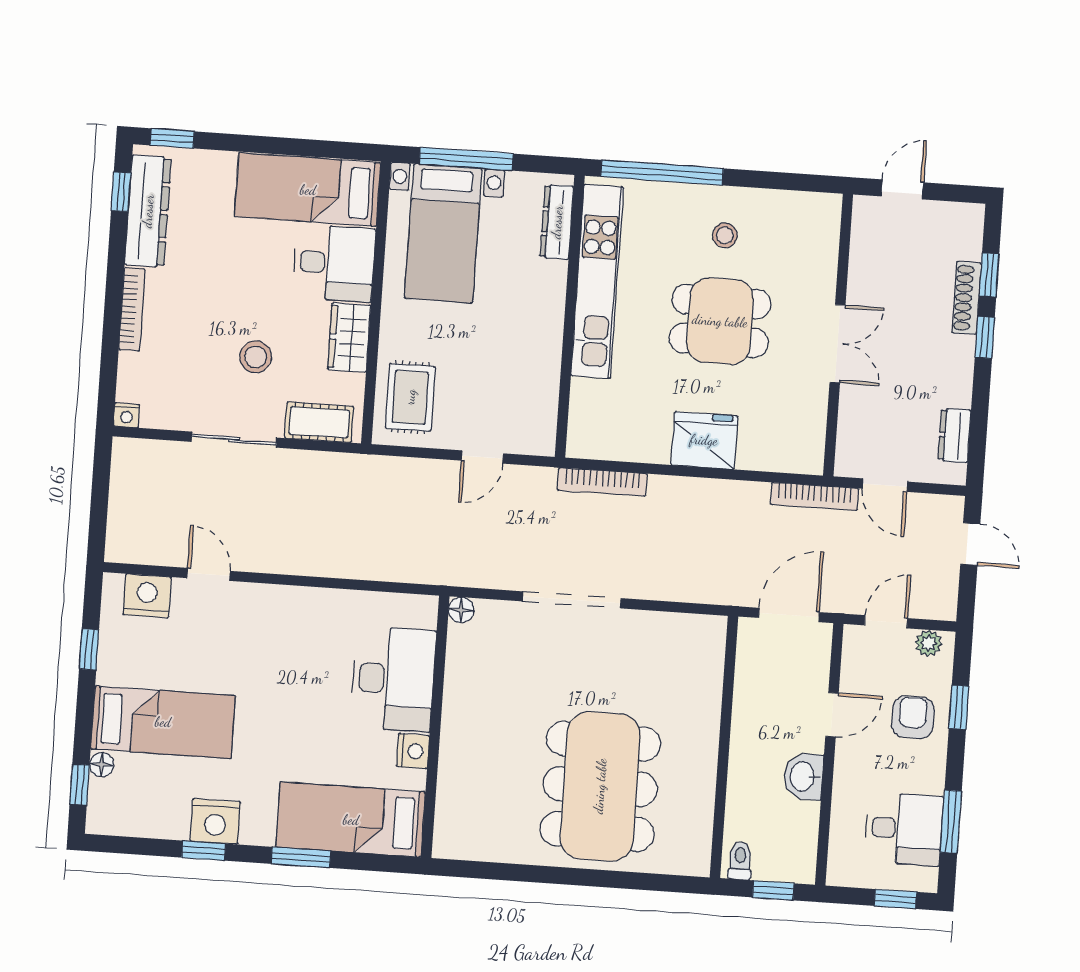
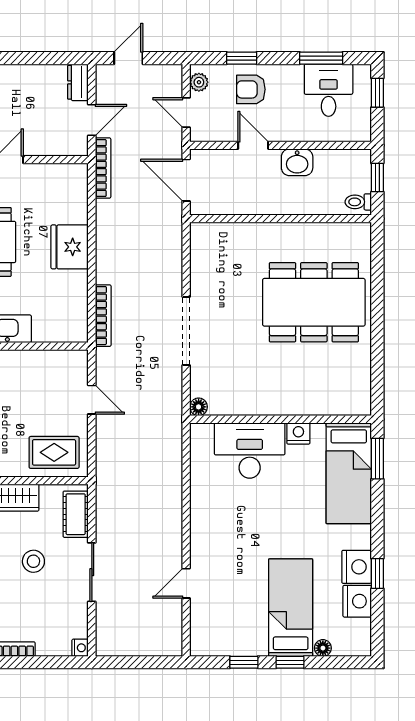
dresser: (954, 435) -> (78, 82), moved, turned 90
nightstand: (147, 596) -> (357, 601), moved, turned 180
window: (80, 785) -> (290, 662), moved
window: (301, 857) -> (377, 459), moved

